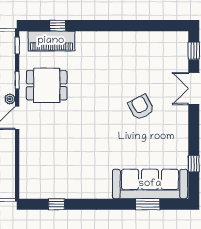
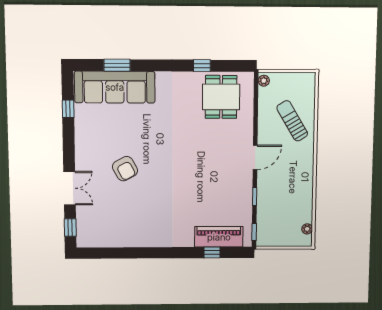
dining table: (47, 85) -> (221, 97), moved, turned 90
plant: (10, 99) -> (264, 81), moved
window: (56, 204) -> (202, 66), moved

